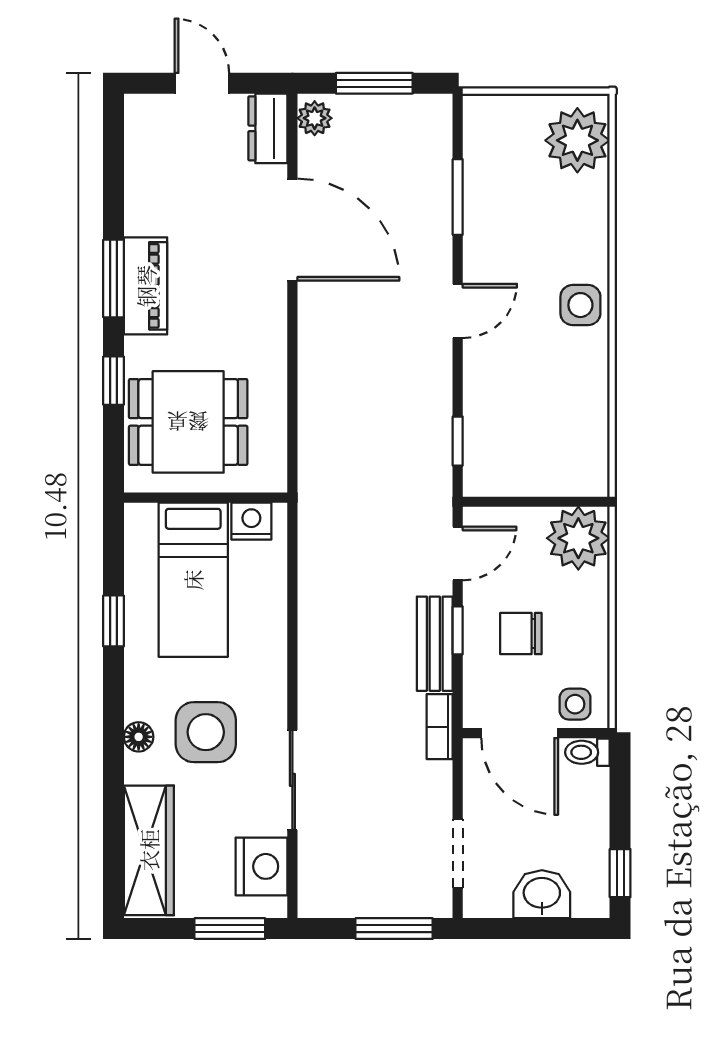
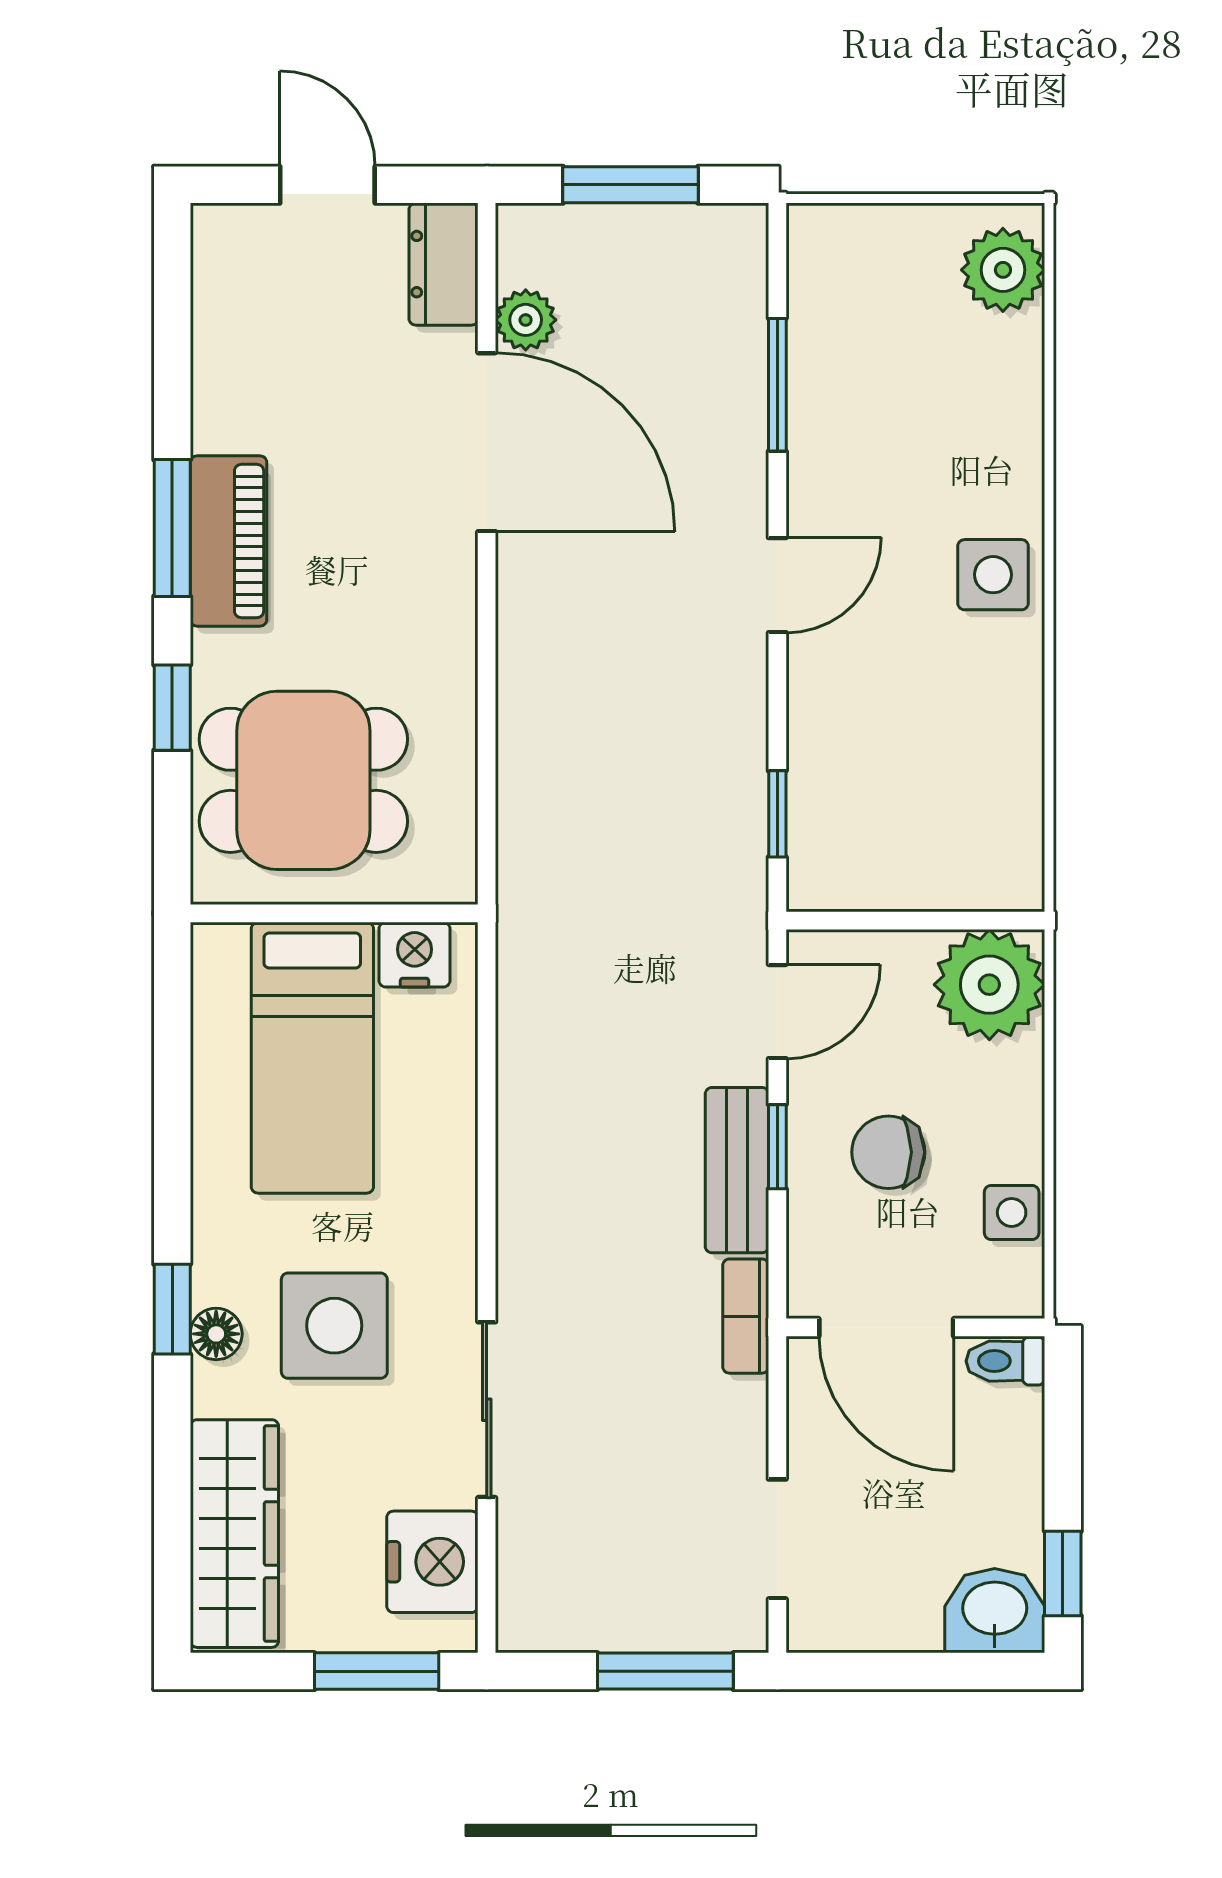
plant: (315, 118) -> (526, 320), moved
plant: (577, 140) -> (1003, 270), width x0.73, depth x0.73
window: (114, 621) -> (172, 1309), moved
side table: (575, 704) -> (1012, 1212), moved
washbasin: (542, 894) -> (995, 1611), moved

